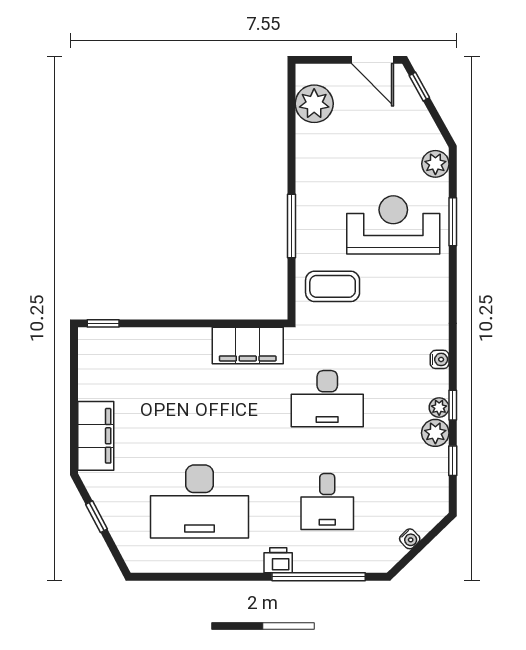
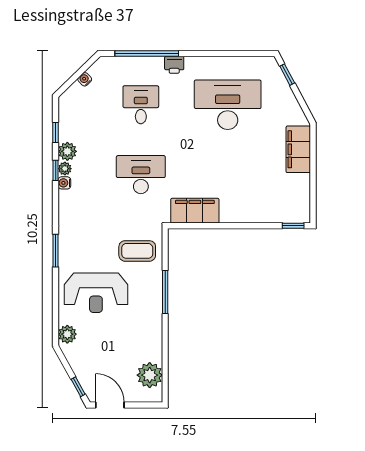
window: (453, 222) -> (56, 251), moved
water cooler: (440, 359) -> (64, 183), moved
window: (97, 517) -> (287, 75), moved

